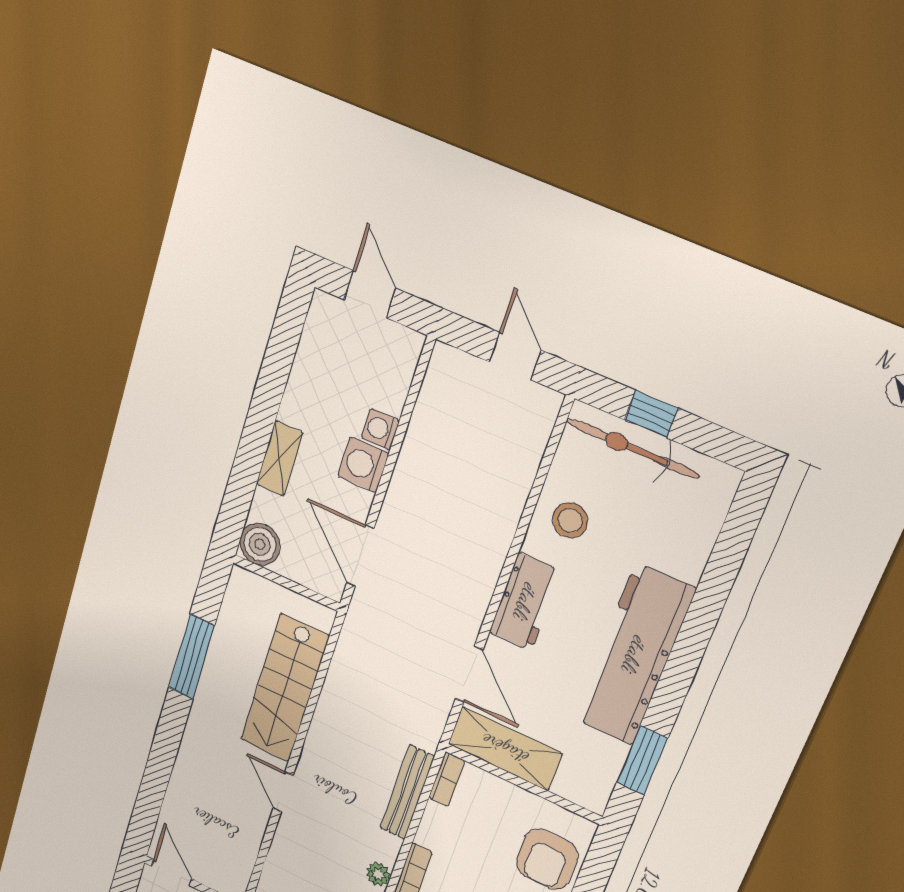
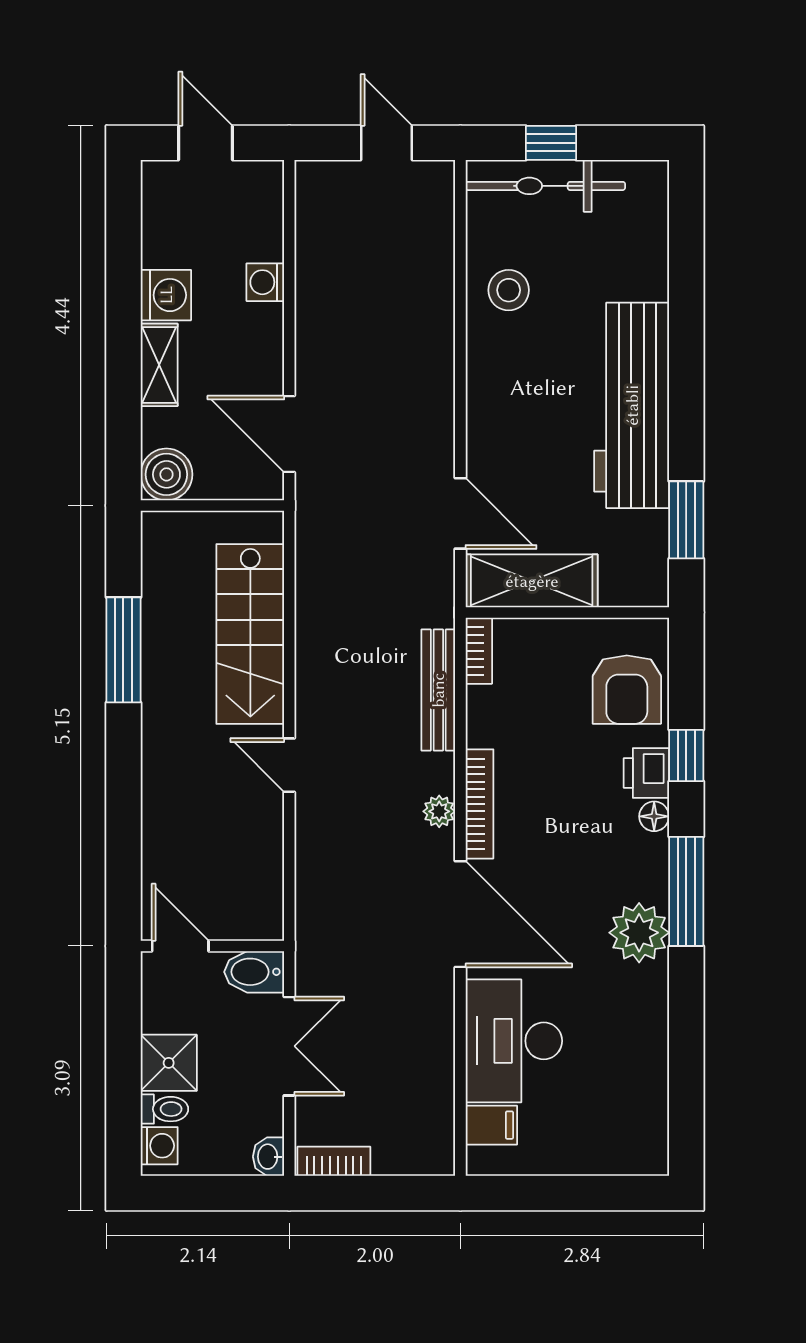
washing machine: (363, 465) -> (166, 295), moved, turned 180
workbench: (525, 602) -> (493, 402), removed

